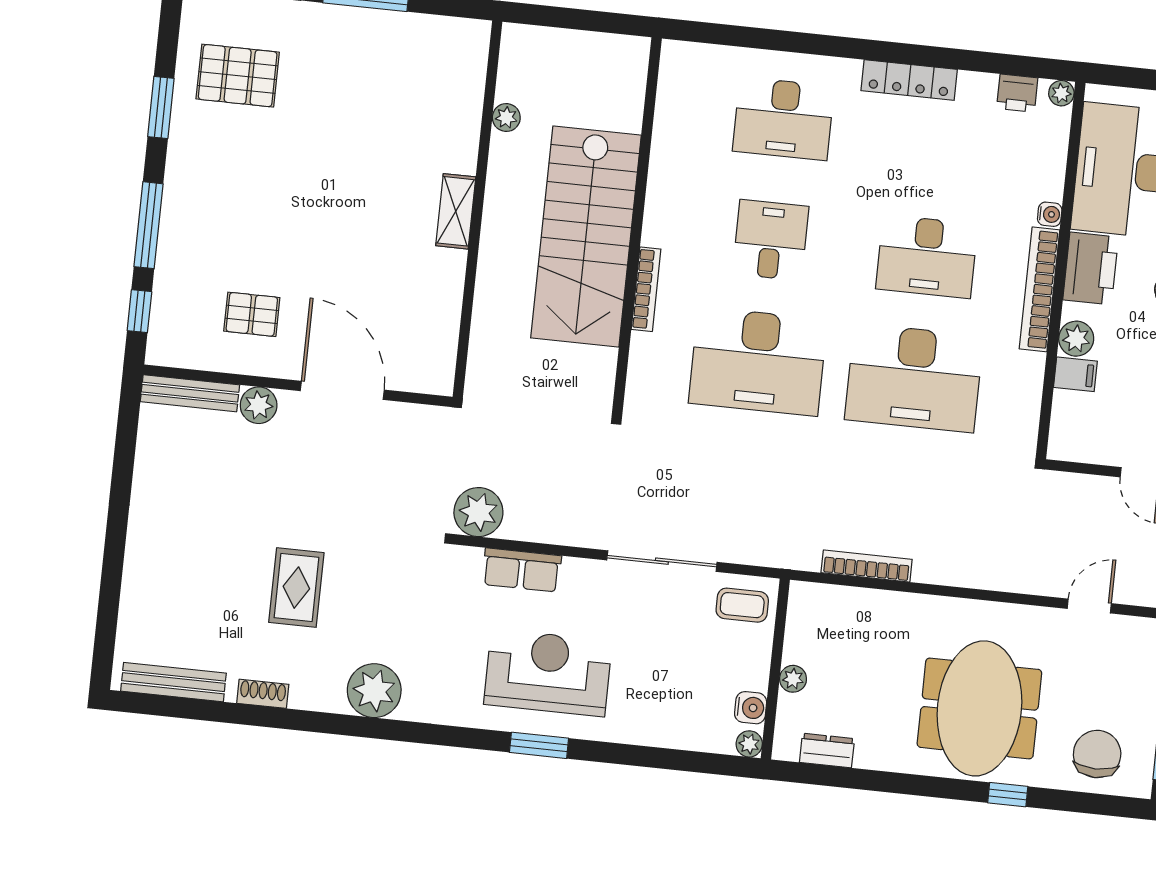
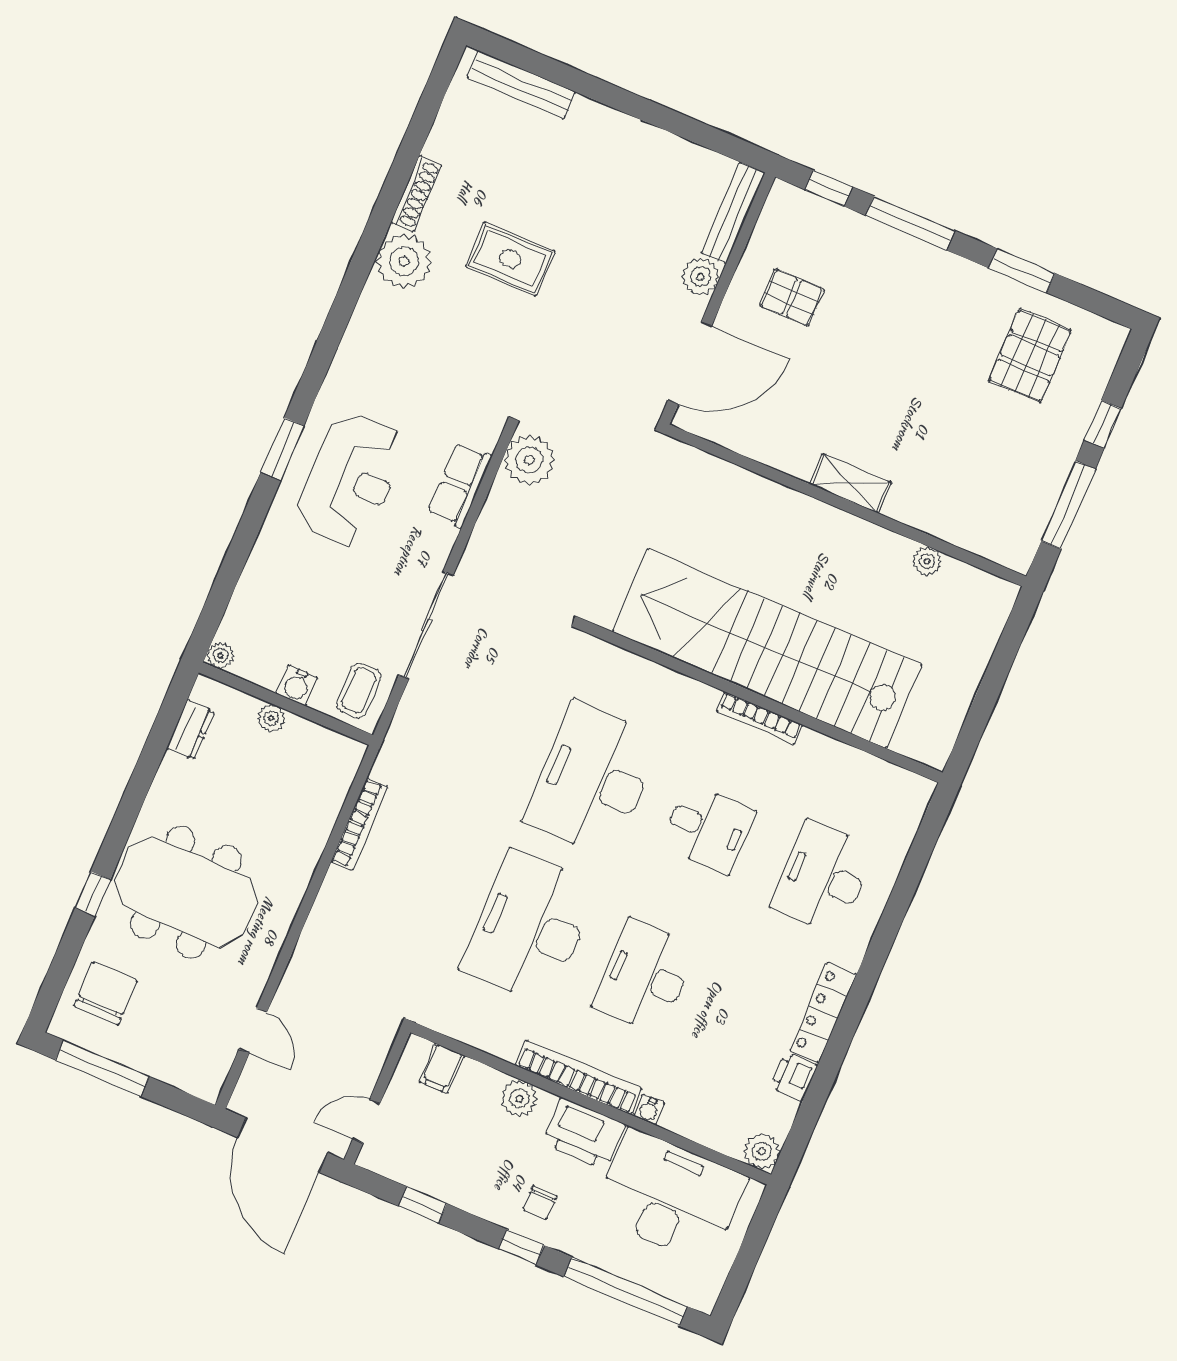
printer: (1017, 93) -> (794, 1077), moved
plant: (1061, 93) -> (762, 1151), width x1.38, depth x1.38
plant: (506, 118) -> (927, 561), moved
wall: (477, 209) -> (846, 505), moved
shelving: (456, 211) -> (850, 483), moved
stairs: (586, 236) -> (767, 648), width x1.36
bookcase: (646, 289) -> (760, 718), moved
pallet: (252, 314) -> (792, 297), turned 90
filing cabinet: (1075, 374) -> (441, 1069), moved
bench: (173, 682) -> (521, 85), moved, turned 90
plant: (374, 691) -> (404, 261), moved
shoe rack: (263, 694) -> (416, 194), width x1.43
water cooler: (751, 708) -> (297, 685), moved
chair: (1097, 754) -> (106, 994), turned -90

